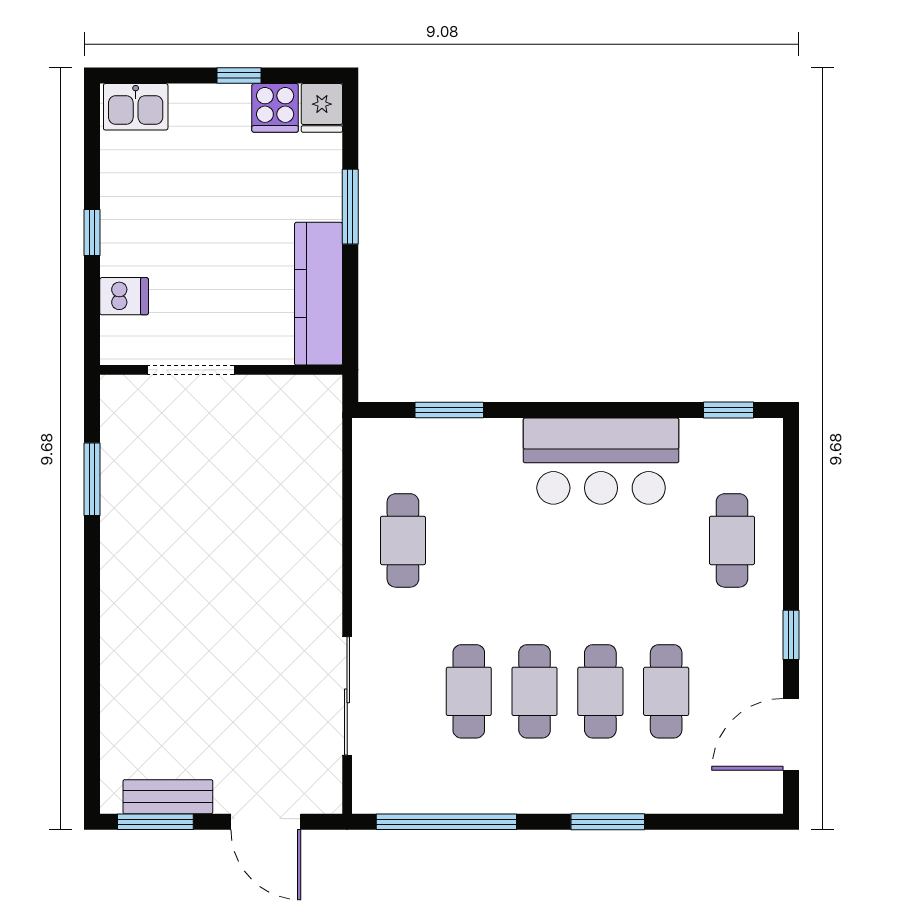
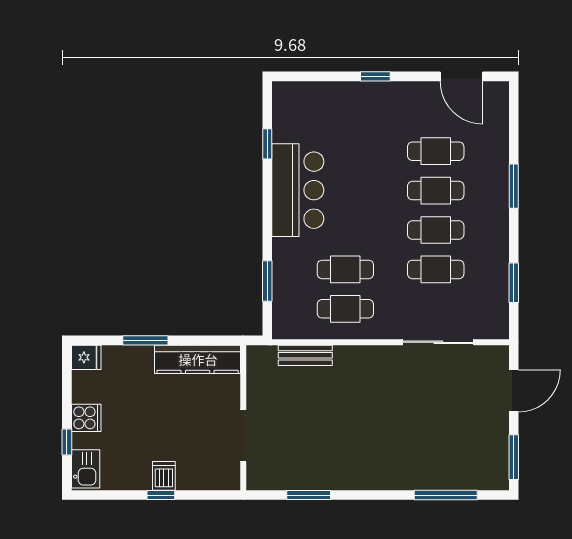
window: (239, 76) -> (67, 442), moved
cooker: (275, 108) -> (86, 418), moved
dishwasher: (124, 296) -> (164, 476), moved
window: (729, 410) -> (267, 144), moved
cafe table: (732, 540) -> (345, 269), moved
window: (791, 635) -> (375, 76), moved
window: (92, 708) -> (446, 495), added
bench: (168, 797) -> (305, 355), moved, turned 90
window: (446, 822) -> (514, 283), width x0.47

